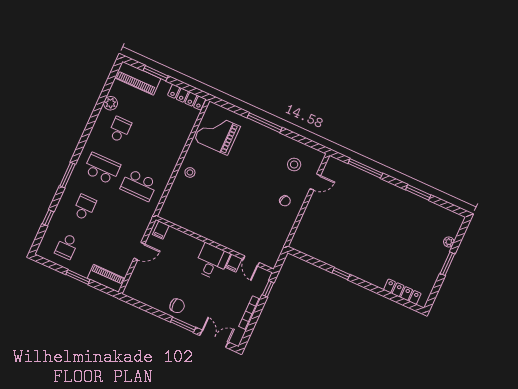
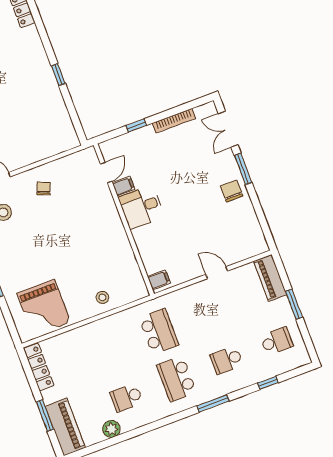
filing cabinet: (161, 230) -> (159, 280), moved
wall: (215, 244) -> (124, 220), moved
desk: (212, 261) -> (141, 207), moved
door: (251, 261) -> (106, 173), moved
filing cabinet: (234, 263) -> (124, 186), moved

